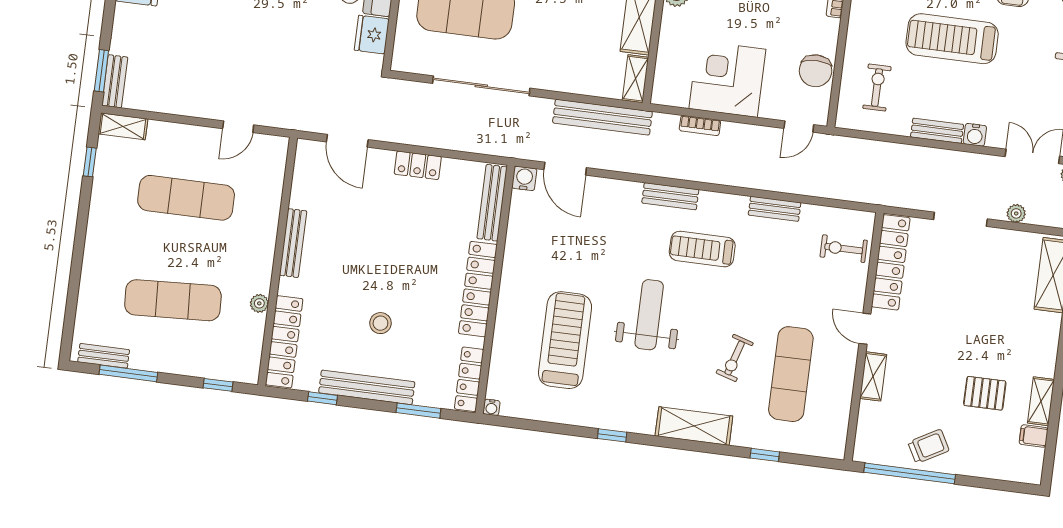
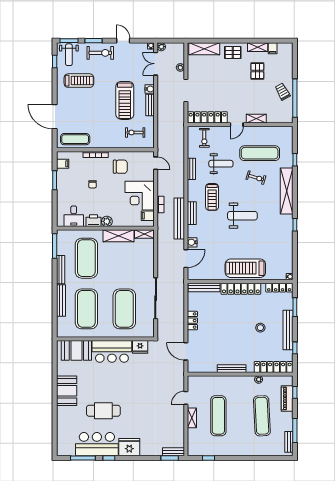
treadmill: (952, 39) -> (125, 100), moved
chair: (816, 71) -> (120, 167), moved
filing cabinet: (677, 92) -> (148, 216), added
bench: (602, 117) -> (179, 218), moved
shelving: (123, 126) -> (192, 418), moved
door: (238, 127) -> (186, 398), swing flipped
door: (347, 141) -> (186, 351), swing flipped
water cooler: (524, 178) -> (192, 242), moved
weight bench: (778, 280) -> (221, 164), added
weight bench: (649, 315) -> (242, 216), turned 180
treadmill: (565, 340) -> (245, 268), moved
pallet: (1036, 341) -> (233, 52), added
piano: (206, 365) -> (287, 398), added
shelving: (694, 426) -> (287, 191), width x1.47

